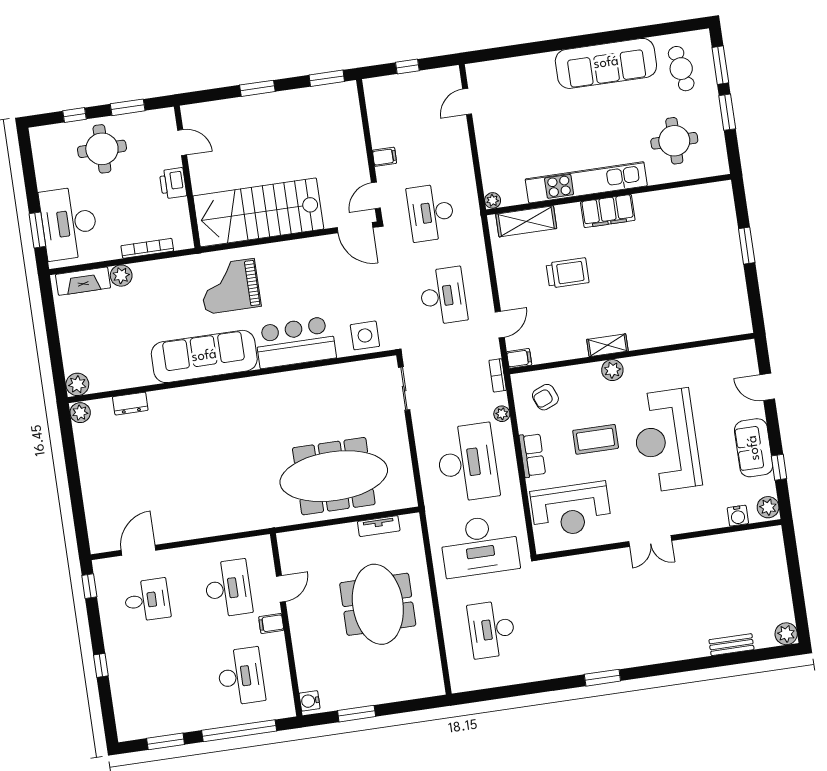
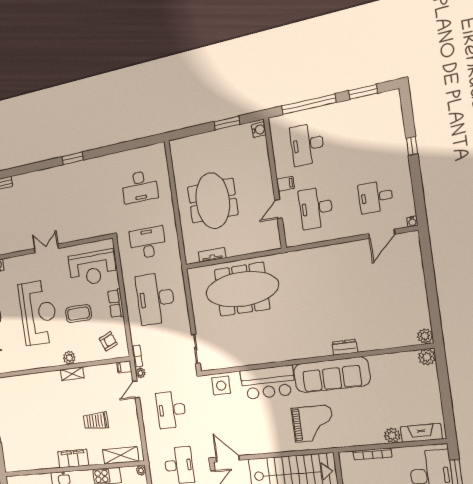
dresser: (130, 404) -> (345, 347), moved
plant: (502, 414) -> (140, 373), moved
reception desk: (571, 510) -> (92, 268), turned 180
desk: (480, 546) -> (148, 243), width x0.73, depth x0.77
water cooler: (99, 566) -> (412, 222), added
window: (89, 586) -> (420, 206), removed
desk: (492, 629) -> (140, 187), turned 90

